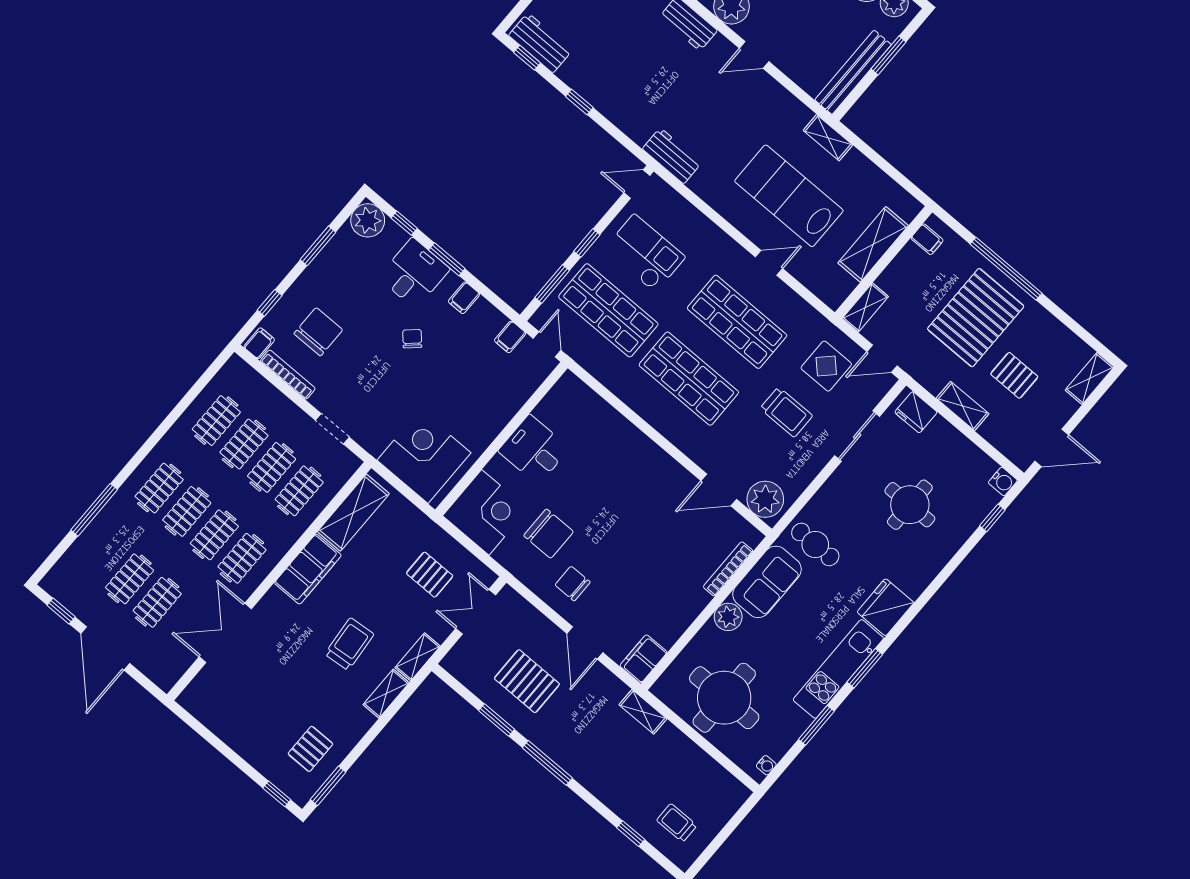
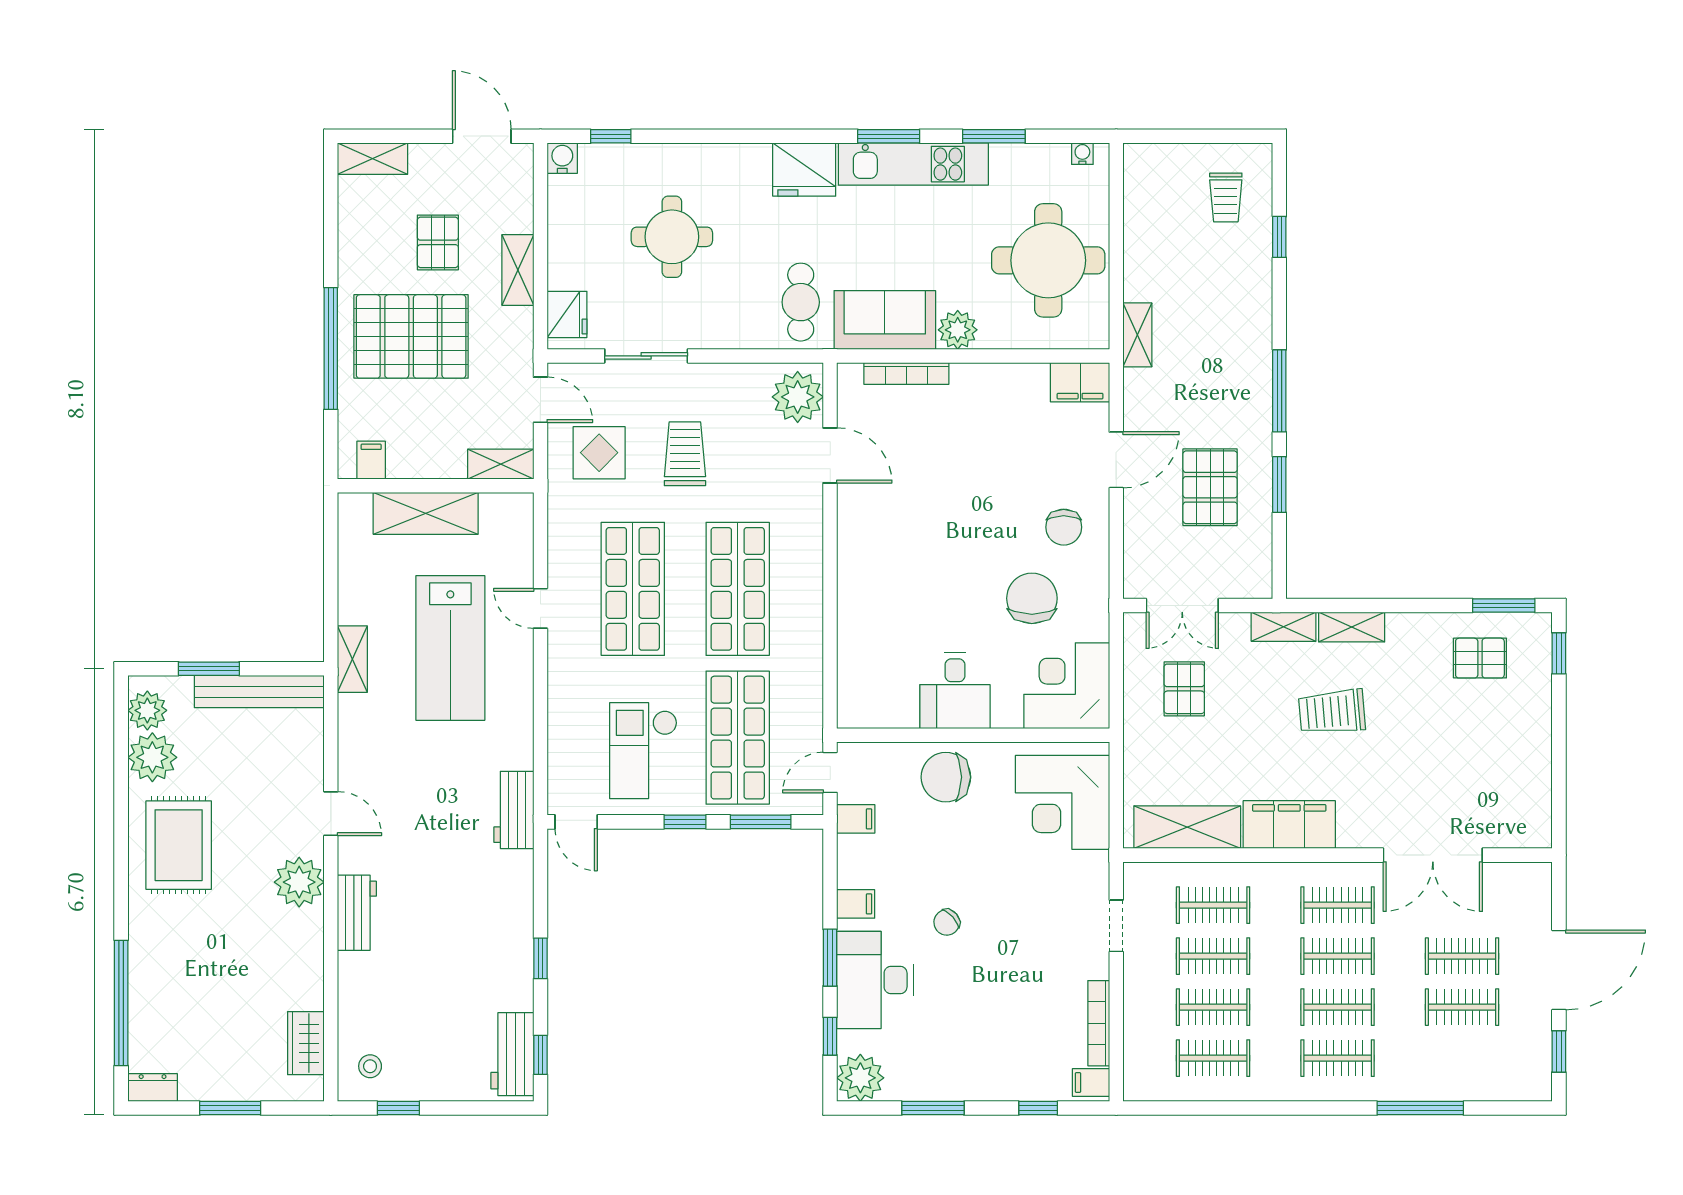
desk: (414, 273) -> (875, 980), width x1.37
chair: (318, 332) -> (946, 777), moved

